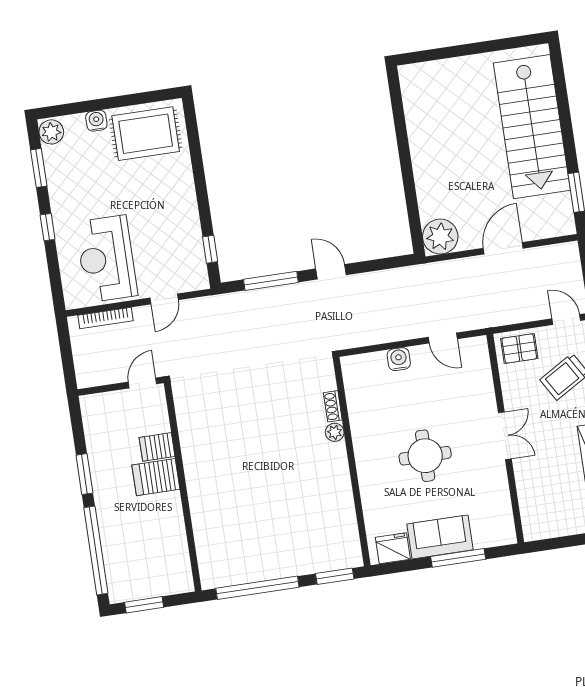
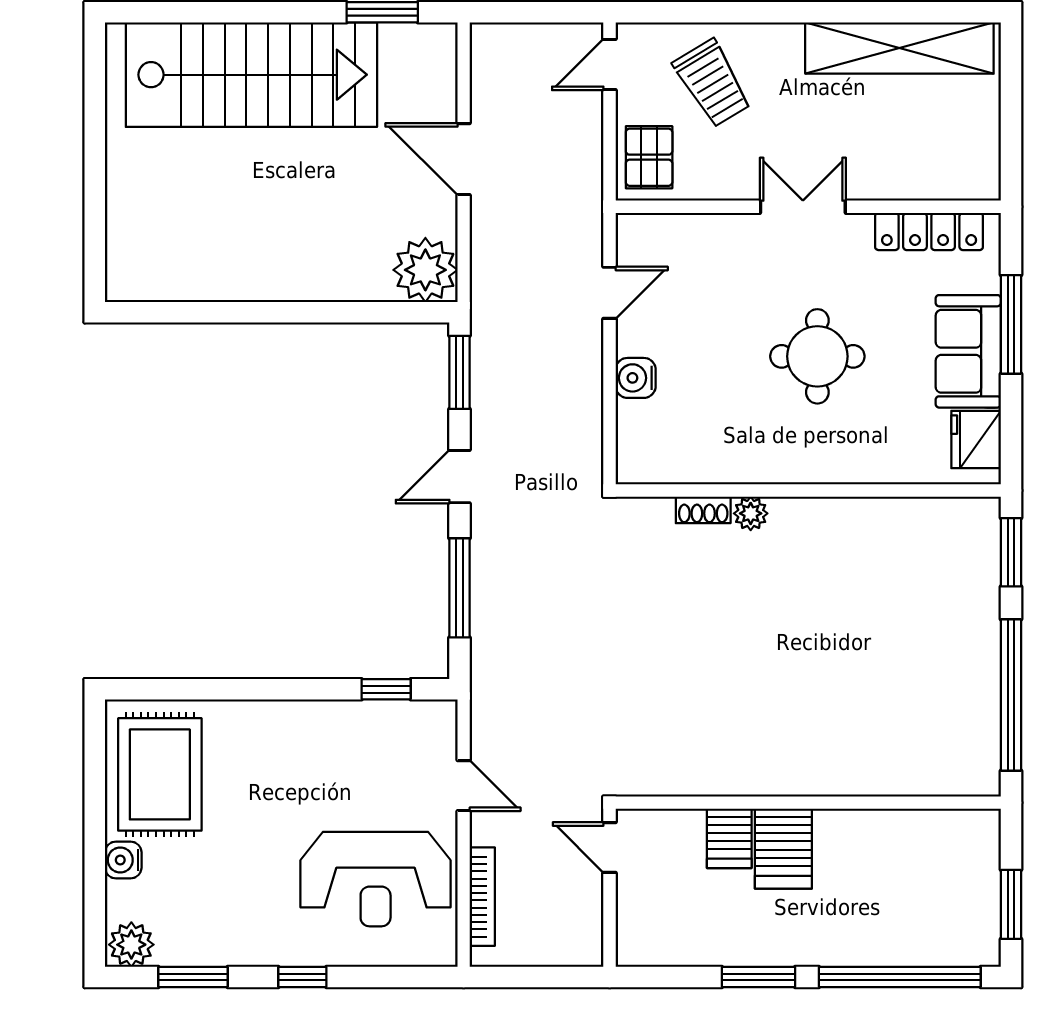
window: (388, 263) -> (460, 372), added
locker: (502, 506) -> (929, 231), added

